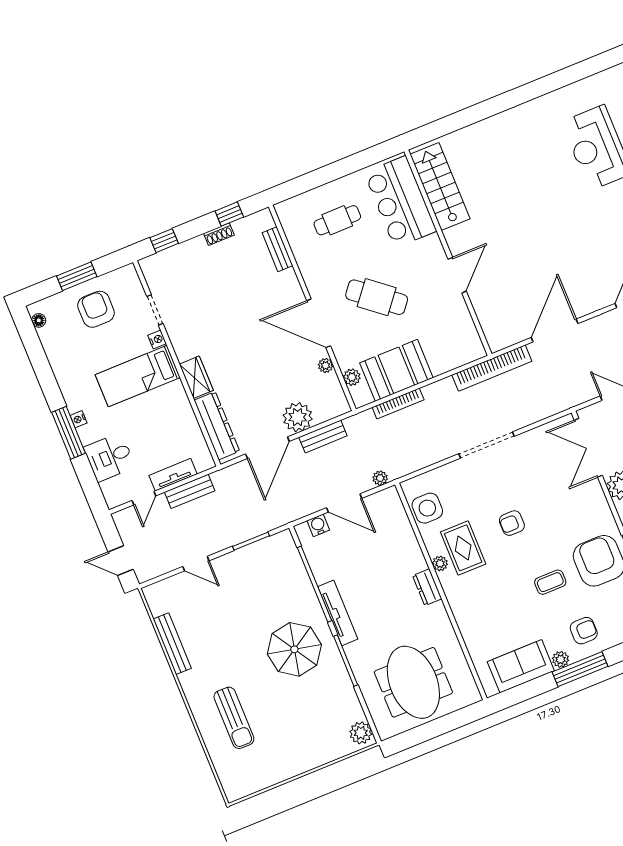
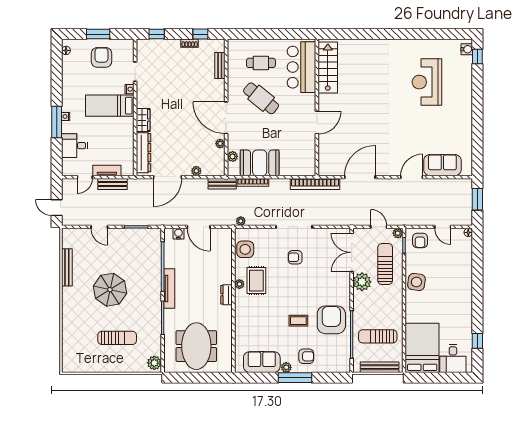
cafe table: (377, 297) -> (261, 98), moved
plant: (298, 417) -> (196, 171), width x0.53, depth x0.53
bench: (323, 437) -> (222, 184), moved
plant: (380, 478) -> (241, 221), moved
armchair: (512, 523) -> (295, 257), moved
parasol: (294, 649) -> (110, 290), moved
sun lounger: (234, 718) -> (117, 338), moved, turned -90

